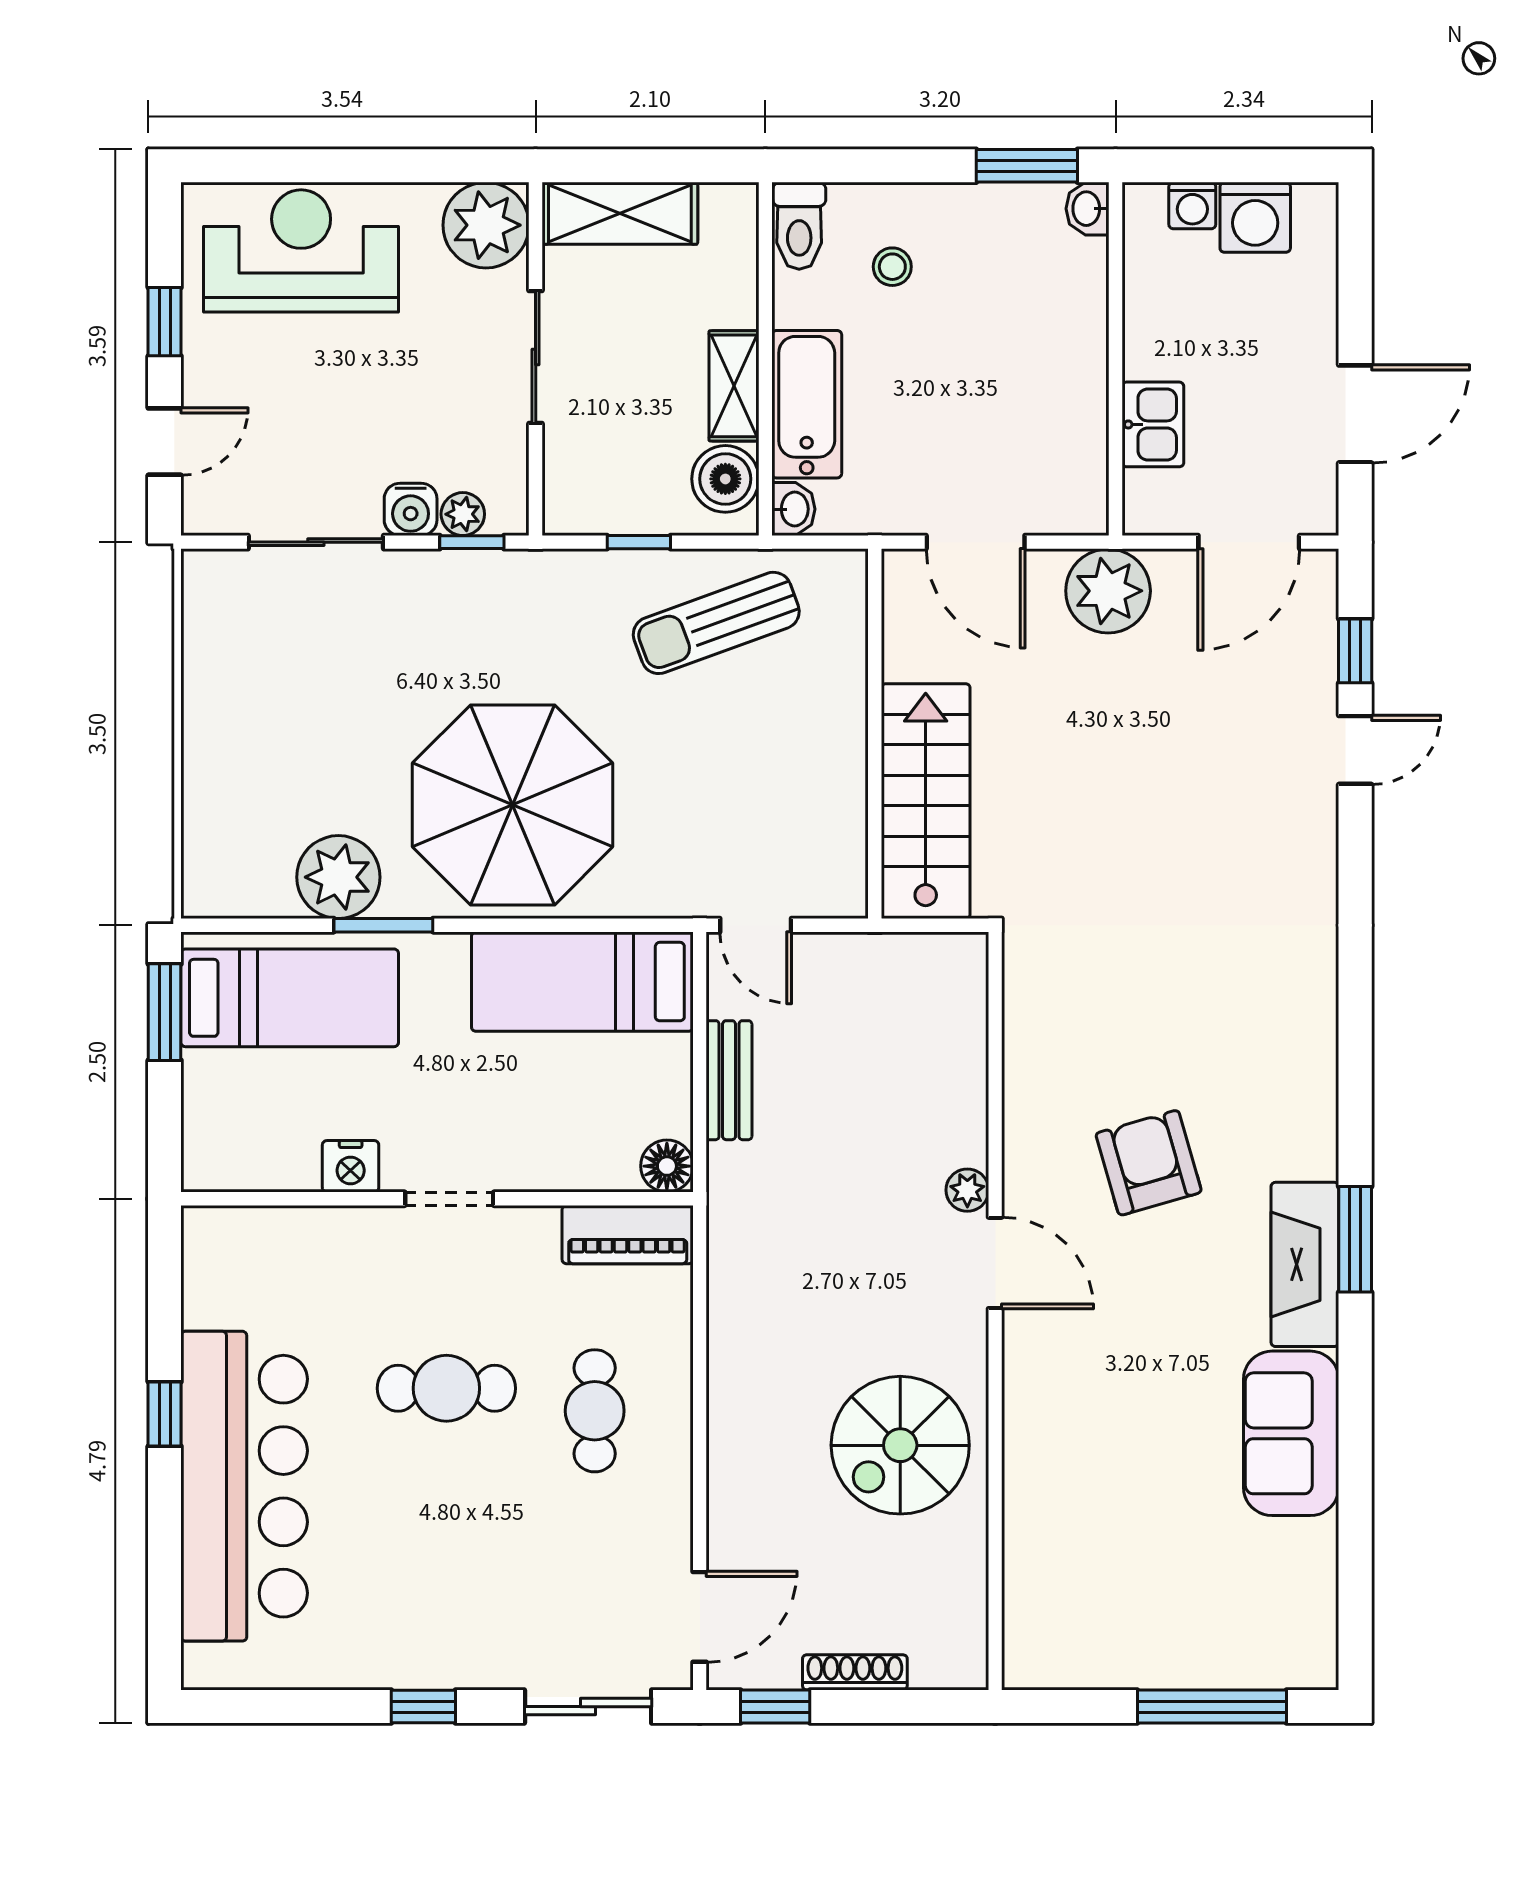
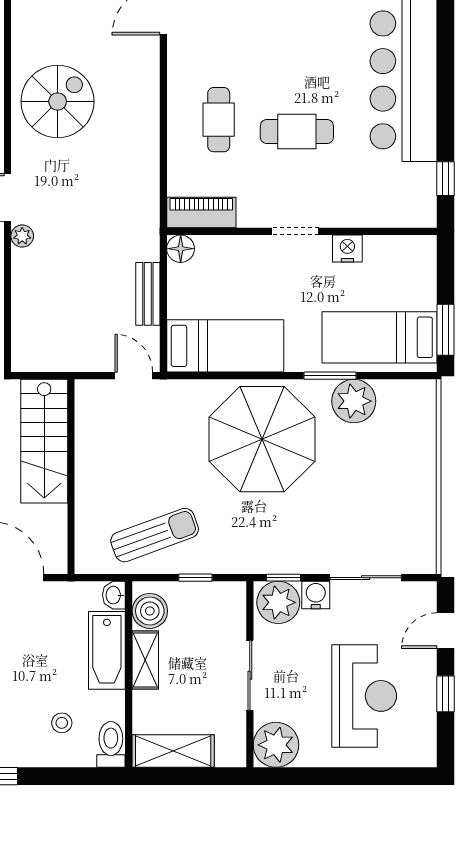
shelving: (620, 213) -> (173, 751), moved
reception desk: (301, 251) -> (364, 696), moved, turned -90
plant: (463, 514) -> (278, 602), width x1.88, depth x1.88
window: (165, 1414) -> (445, 179), moved

